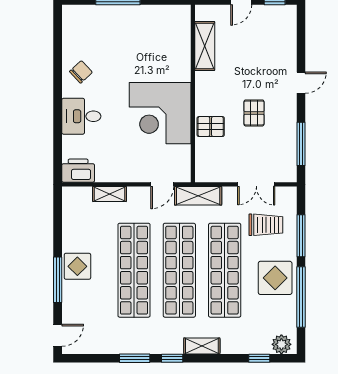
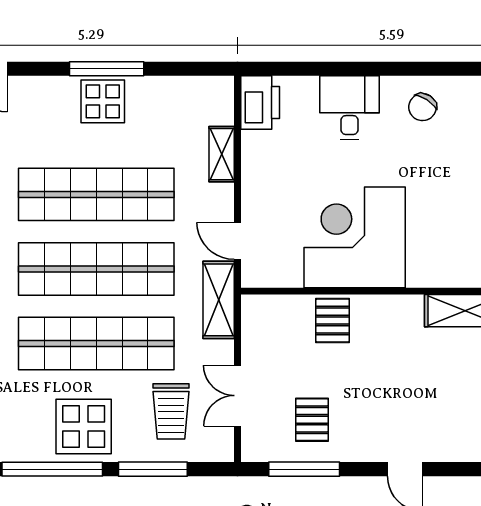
chair: (81, 72) -> (423, 107), turned 76
pallet: (254, 113) -> (312, 420), moved, turned 90
window: (58, 280) -> (107, 69), moved

